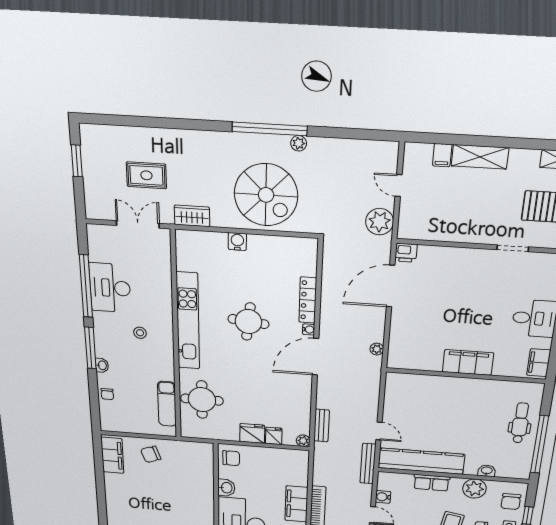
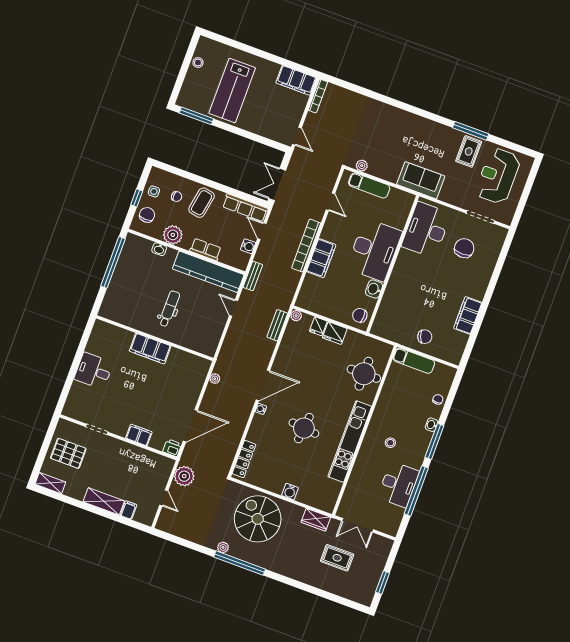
locker: (308, 300) -> (244, 459), moved
filing cabinet: (539, 363) -> (139, 435), moved, turned -90
exam couch: (167, 404) -> (414, 361), moved, turned 90
dental chair: (520, 423) -> (169, 309), moved, turned 180
filing cabinet: (112, 455) -> (468, 315), moved
bench: (368, 464) -> (253, 276), width x0.73

